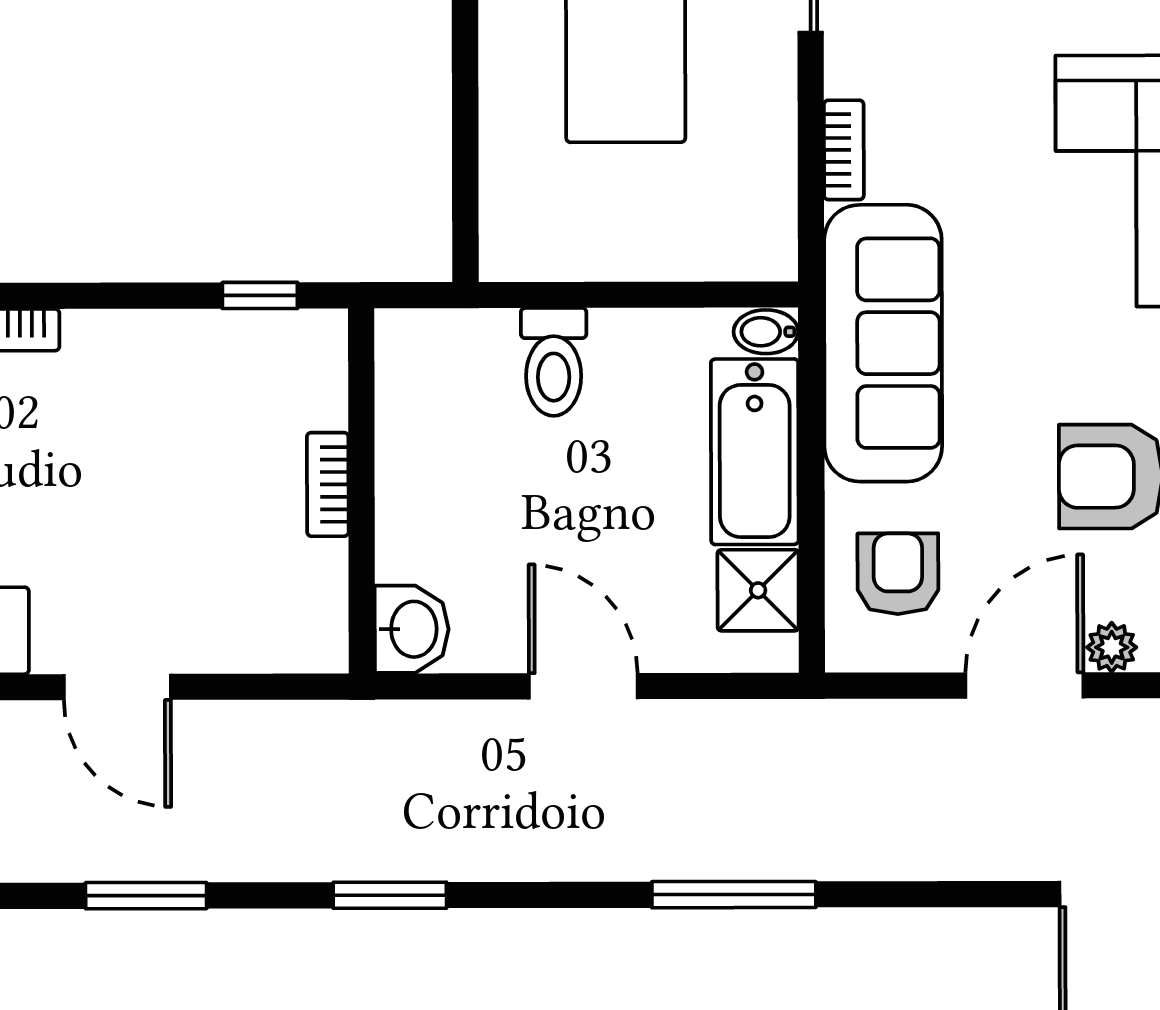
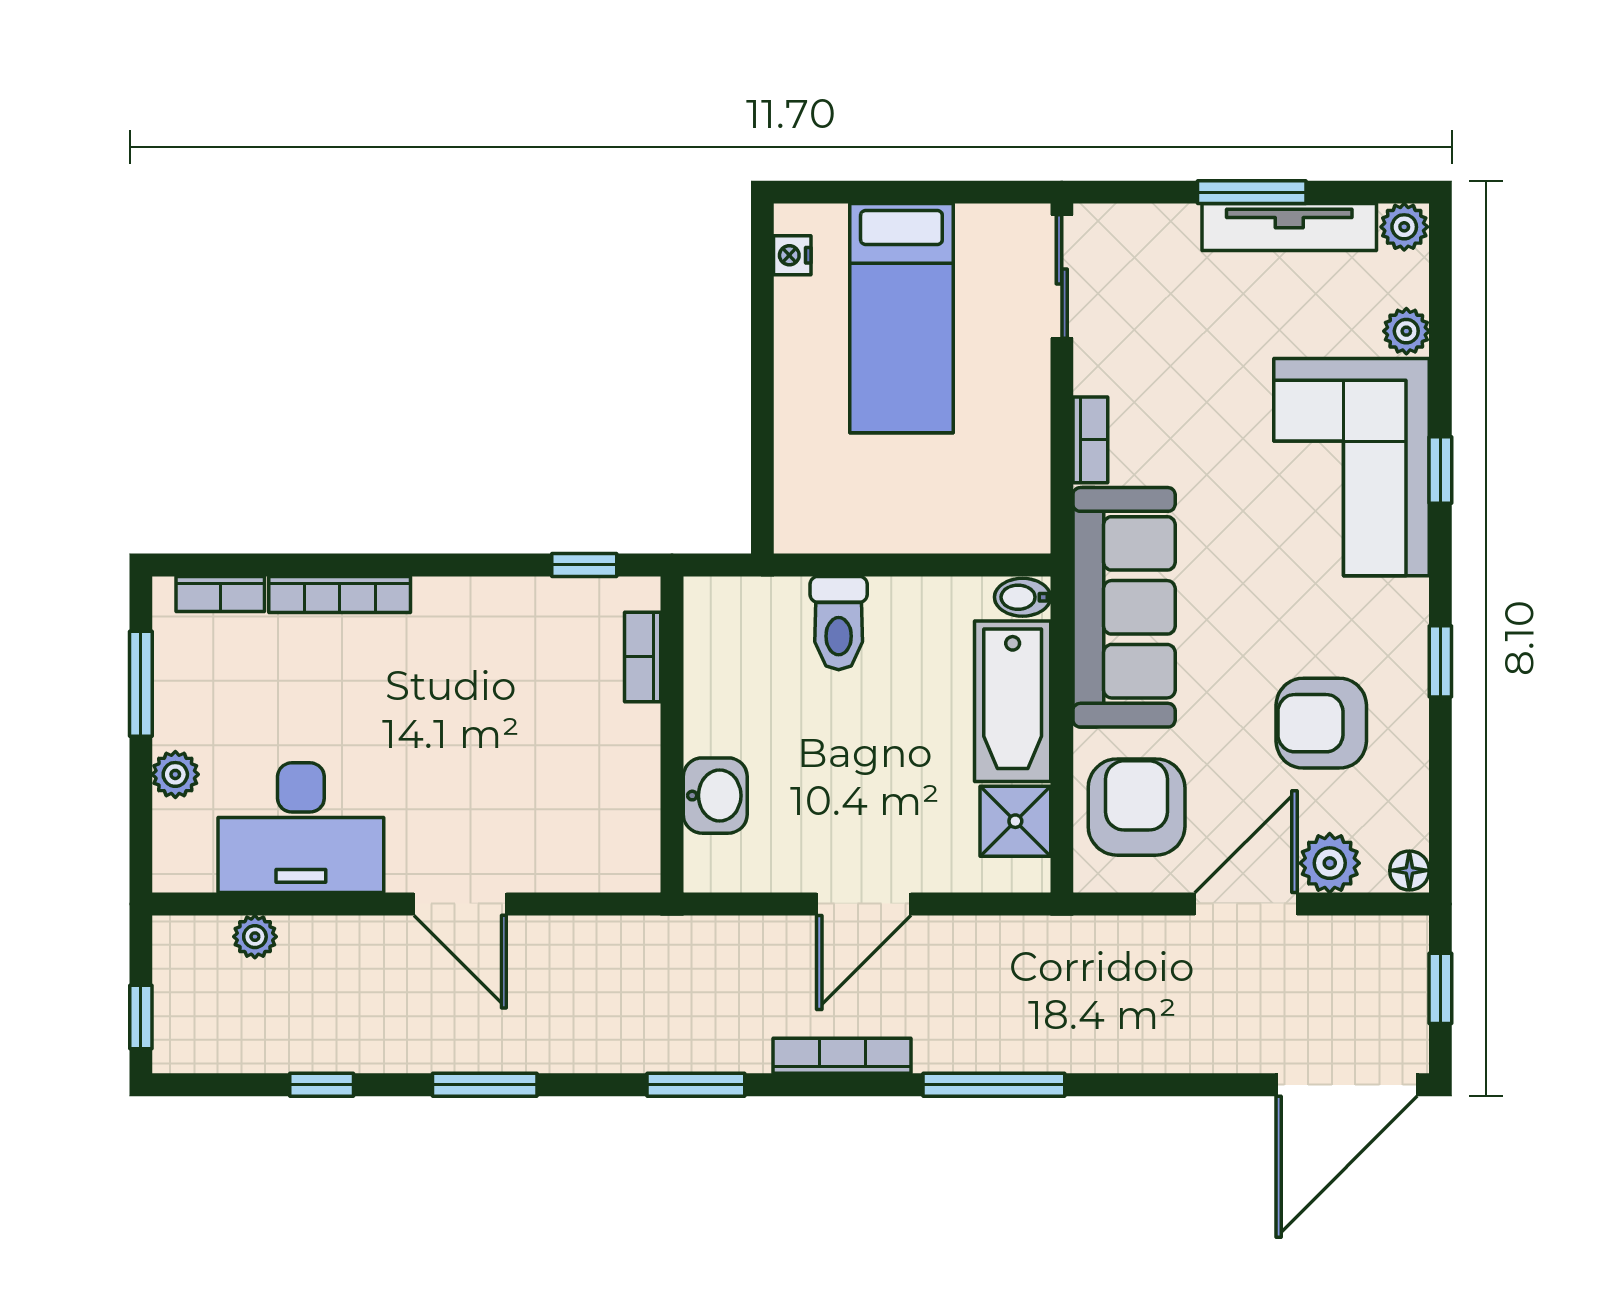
bookcase: (328, 484) -> (643, 657), moved
armchair: (898, 574) -> (1137, 807), width x1.38, depth x1.38
washbasin: (412, 629) -> (715, 796), moved
plant: (1112, 647) -> (1330, 863), width x1.38, depth x1.38
door: (583, 686) -> (864, 904), swing flipped
bookcase: (559, 862) -> (842, 1056), added

